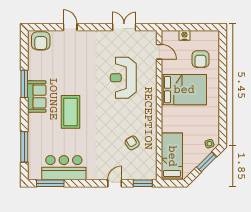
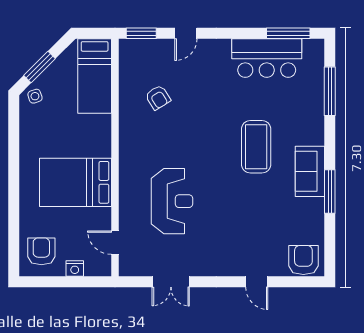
armchair: (200, 59) -> (41, 251), moved

